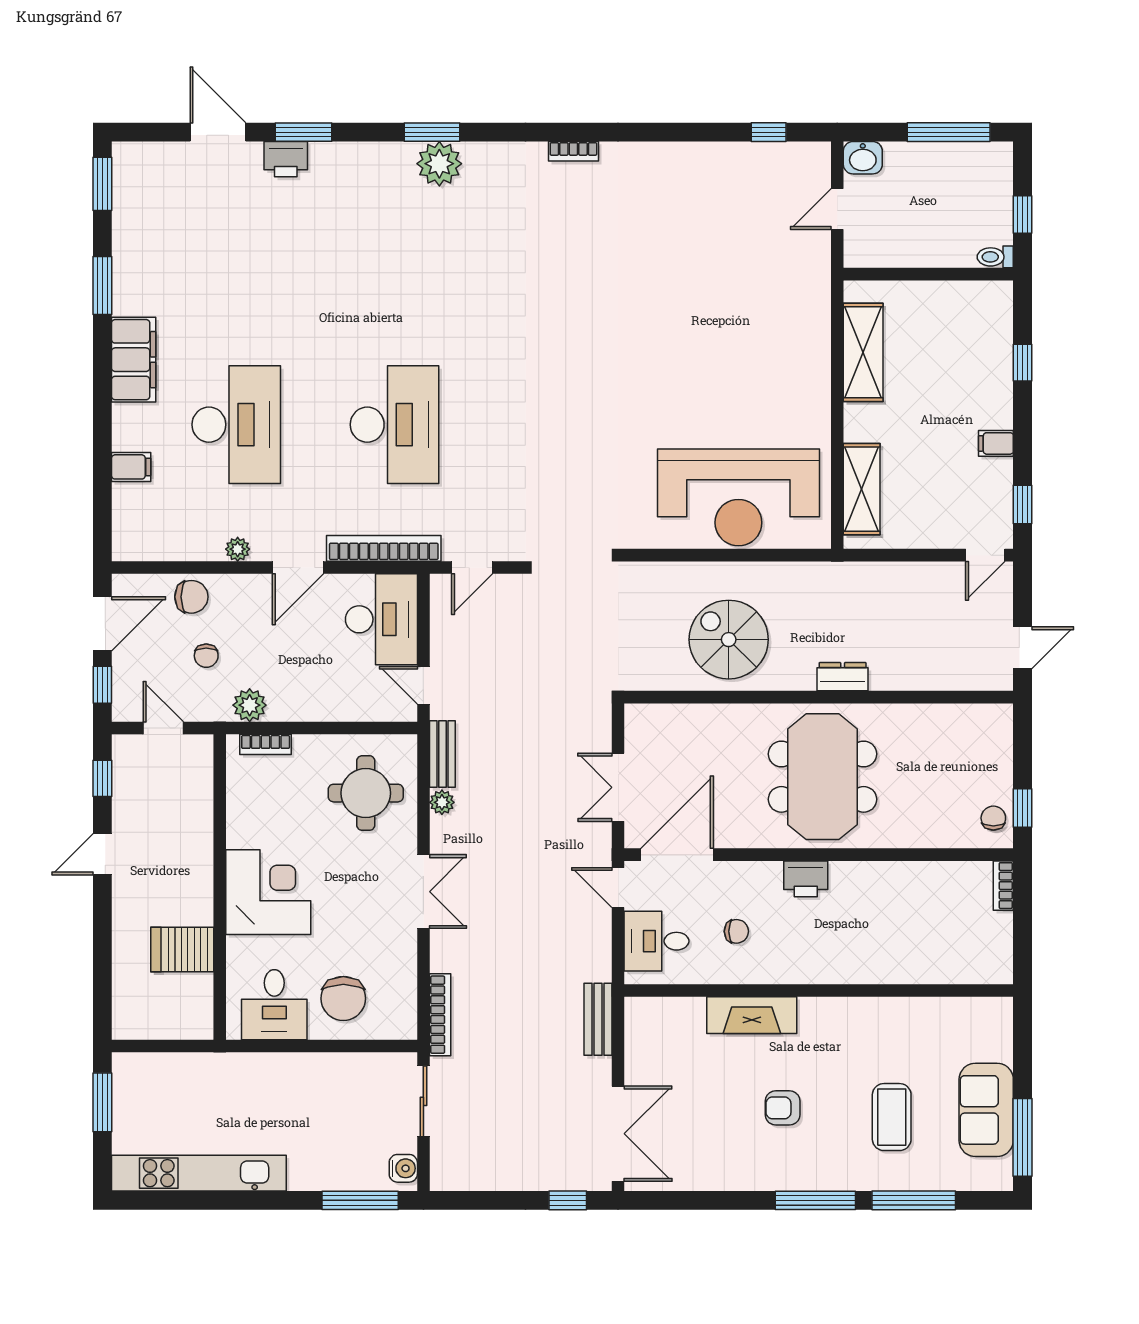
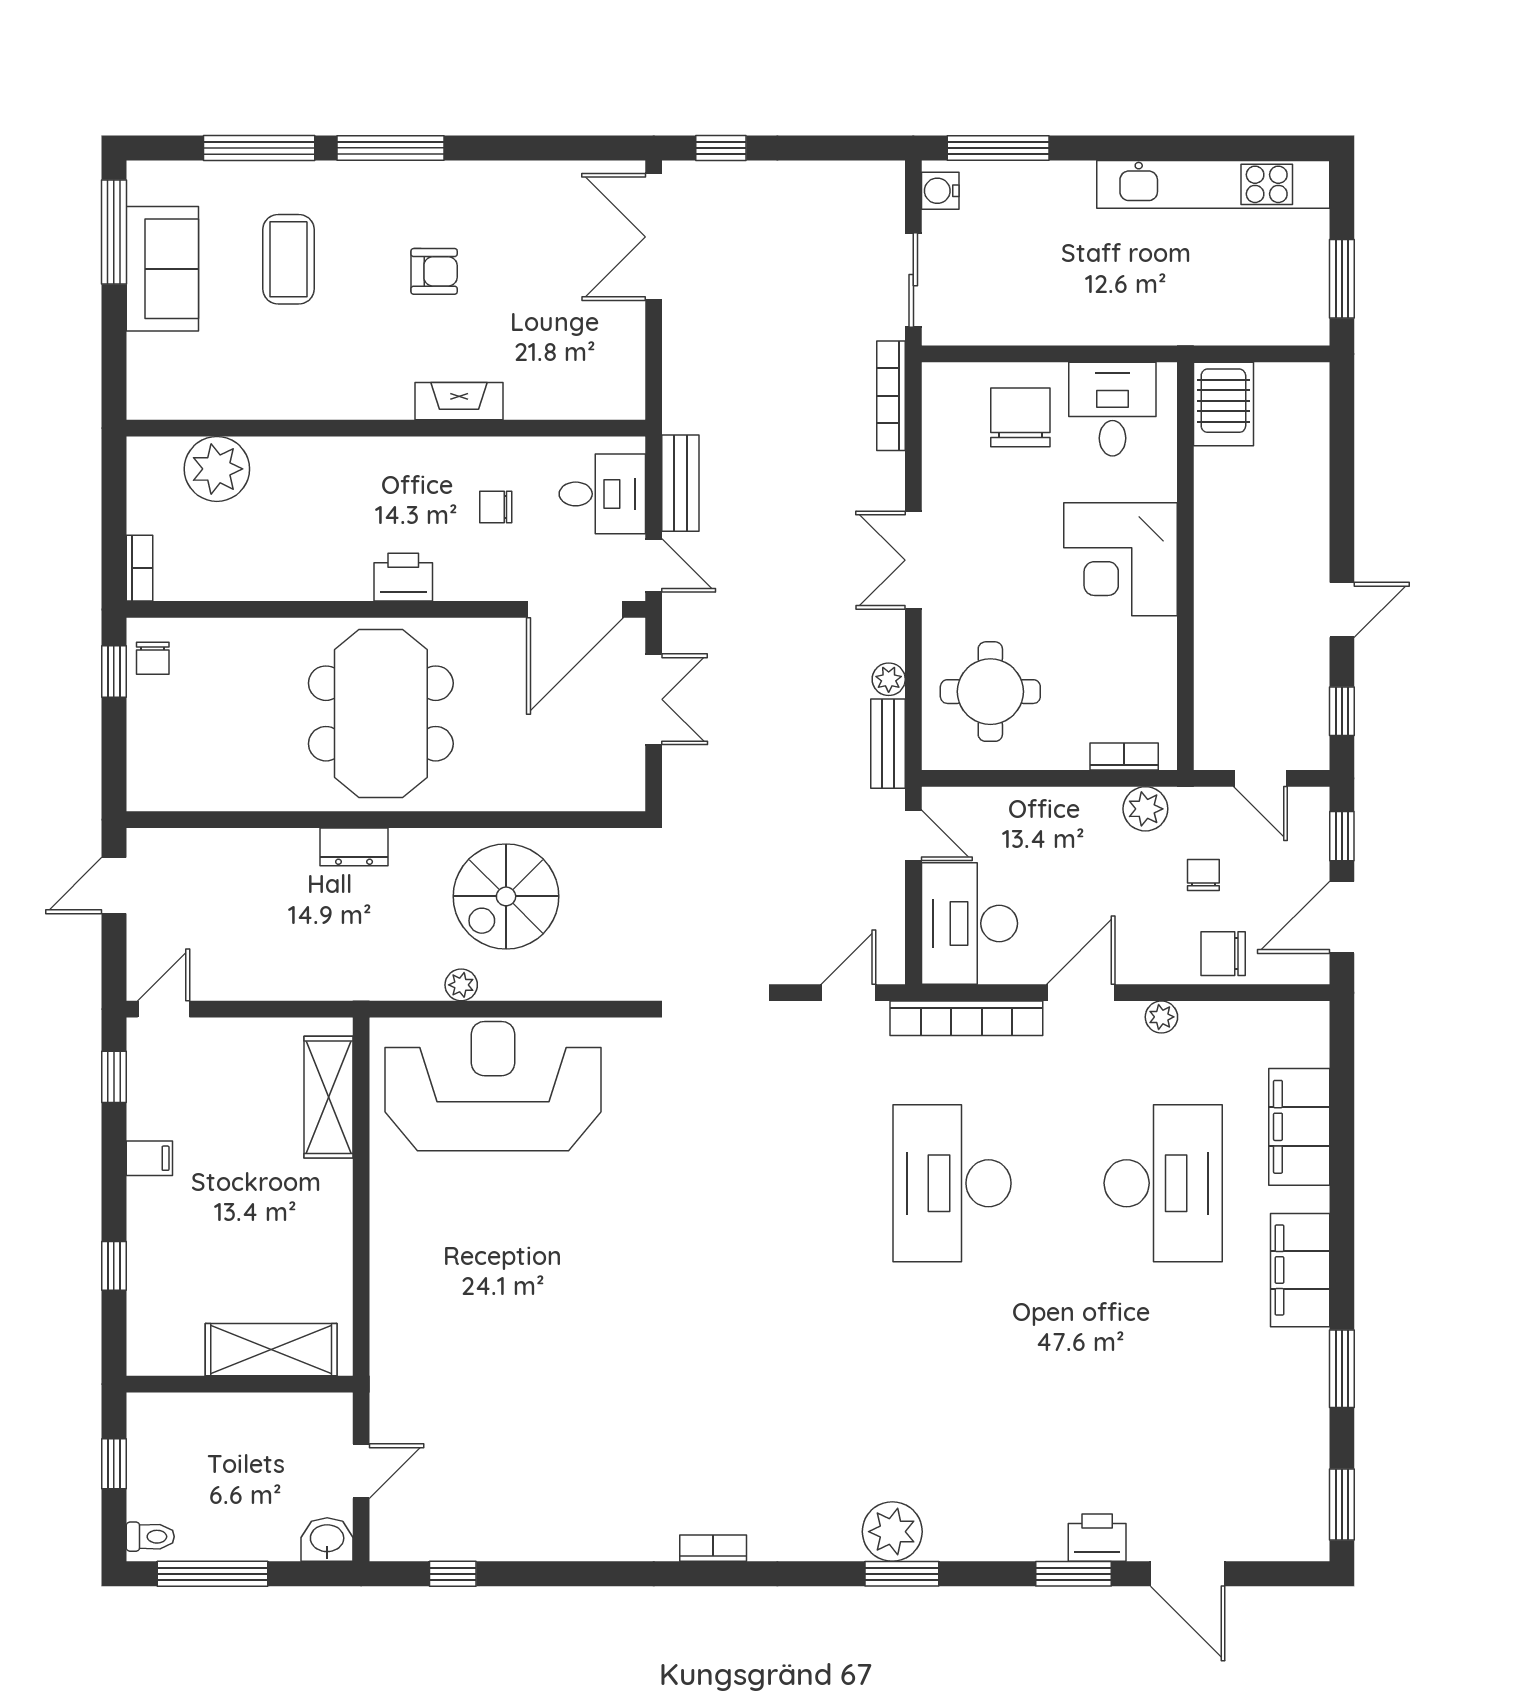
toilet: (995, 257) -> (150, 1537), moved
shelving: (863, 352) -> (271, 1350), moved, turned 90
desk: (236, 425) -> (1163, 1183), turned 180
filing cabinet: (131, 467) -> (1299, 1127), width x3.00, depth x1.17
plant: (762, 573) -> (461, 985), added
spiral stairs: (729, 640) -> (506, 896), turned 90
server rack: (182, 949) -> (1223, 404), moved, turned 90
plant: (945, 960) -> (217, 469), added
fireplace: (752, 1015) -> (459, 401), width x0.73, depth x0.76
bench: (598, 1019) -> (680, 483), moved

